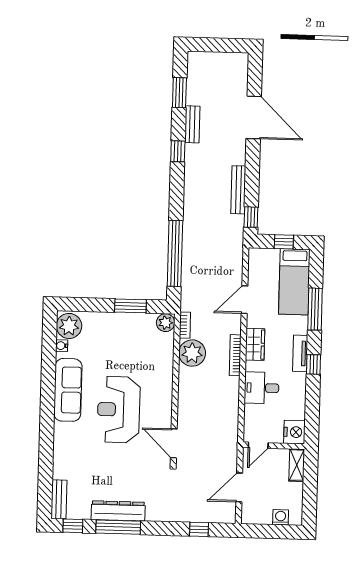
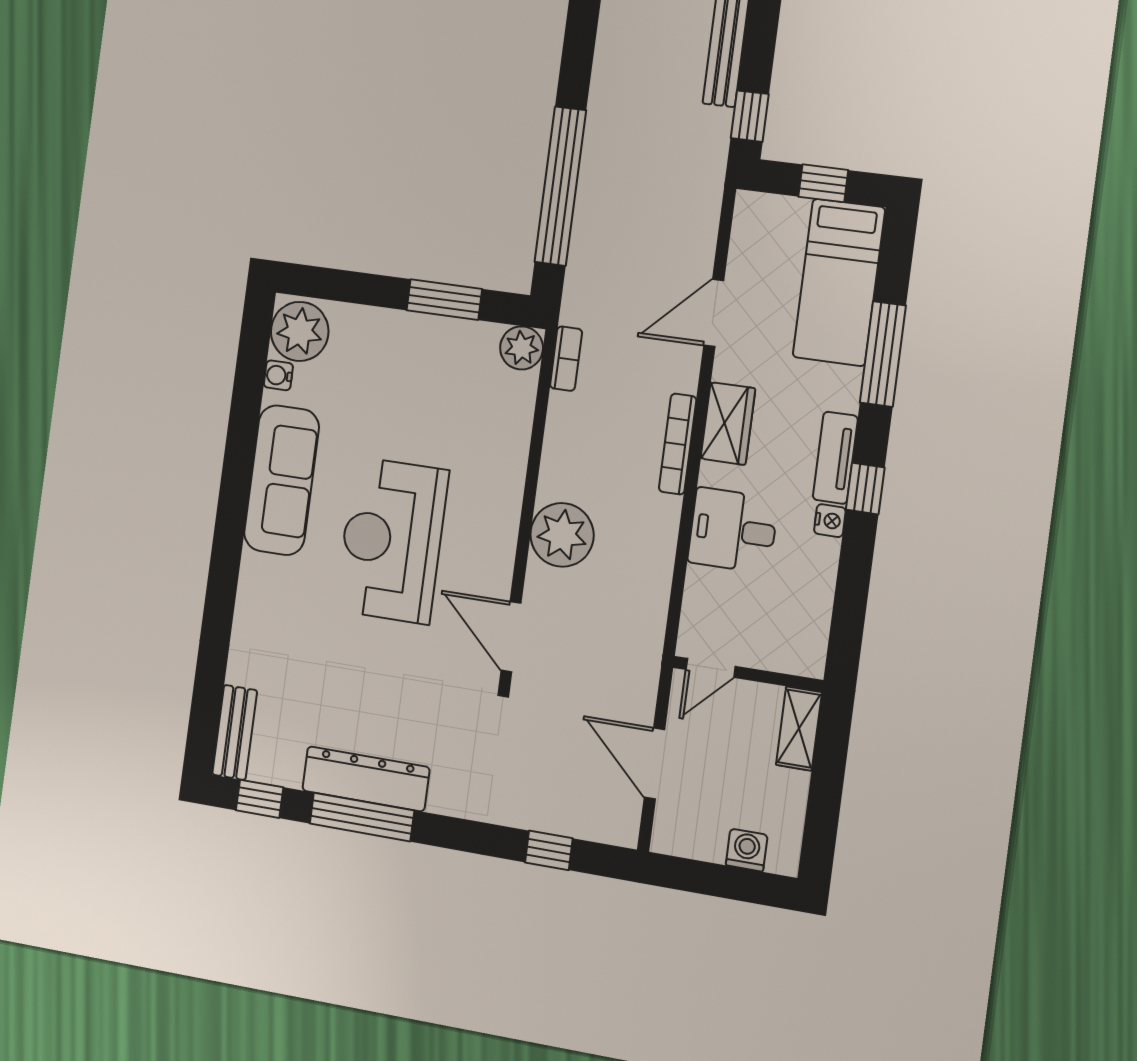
plant: (192, 353) -> (562, 535), moved
nightstand: (294, 432) -> (830, 521), moved, width x0.53, depth x0.56
door: (239, 487) -> (655, 764), hinge flipped

